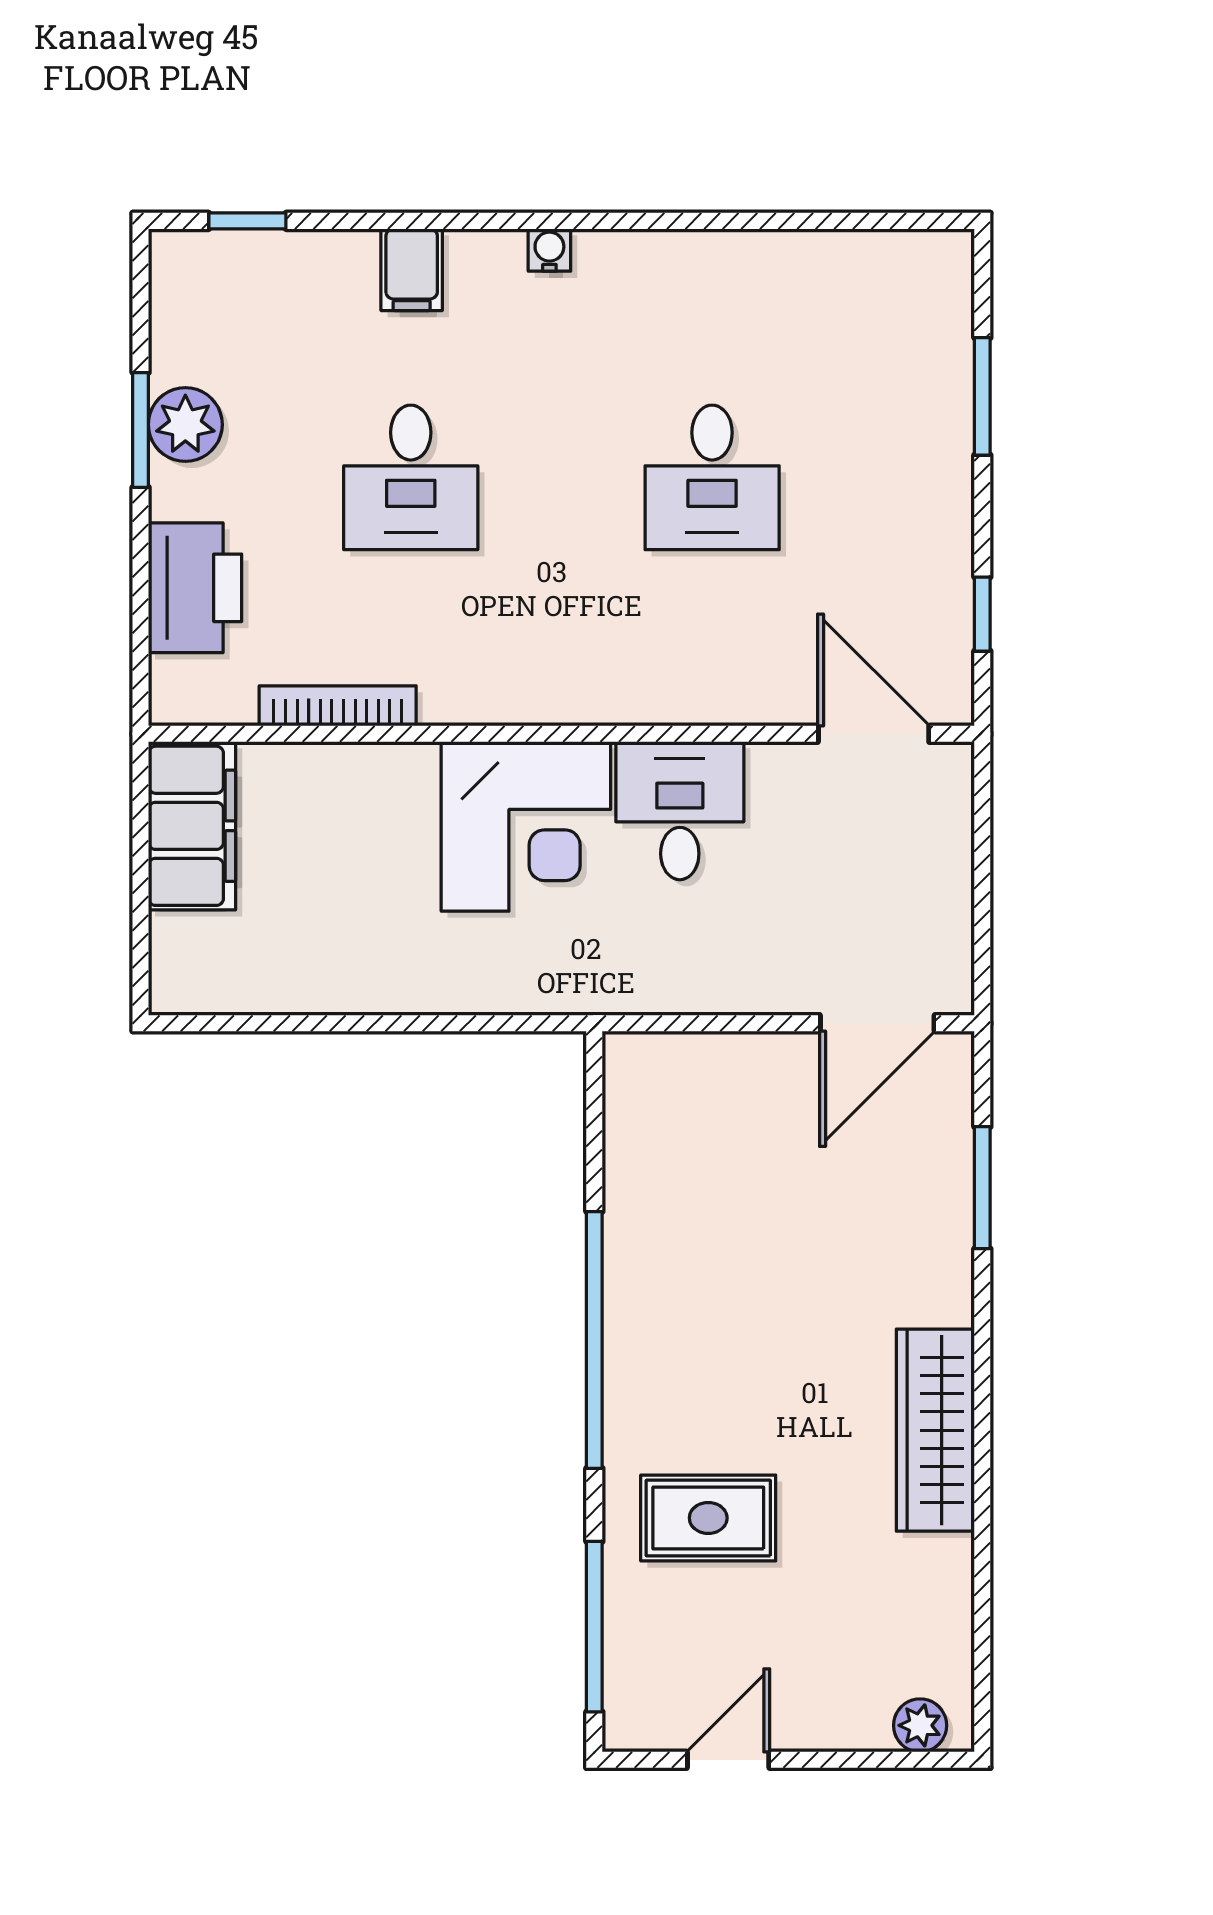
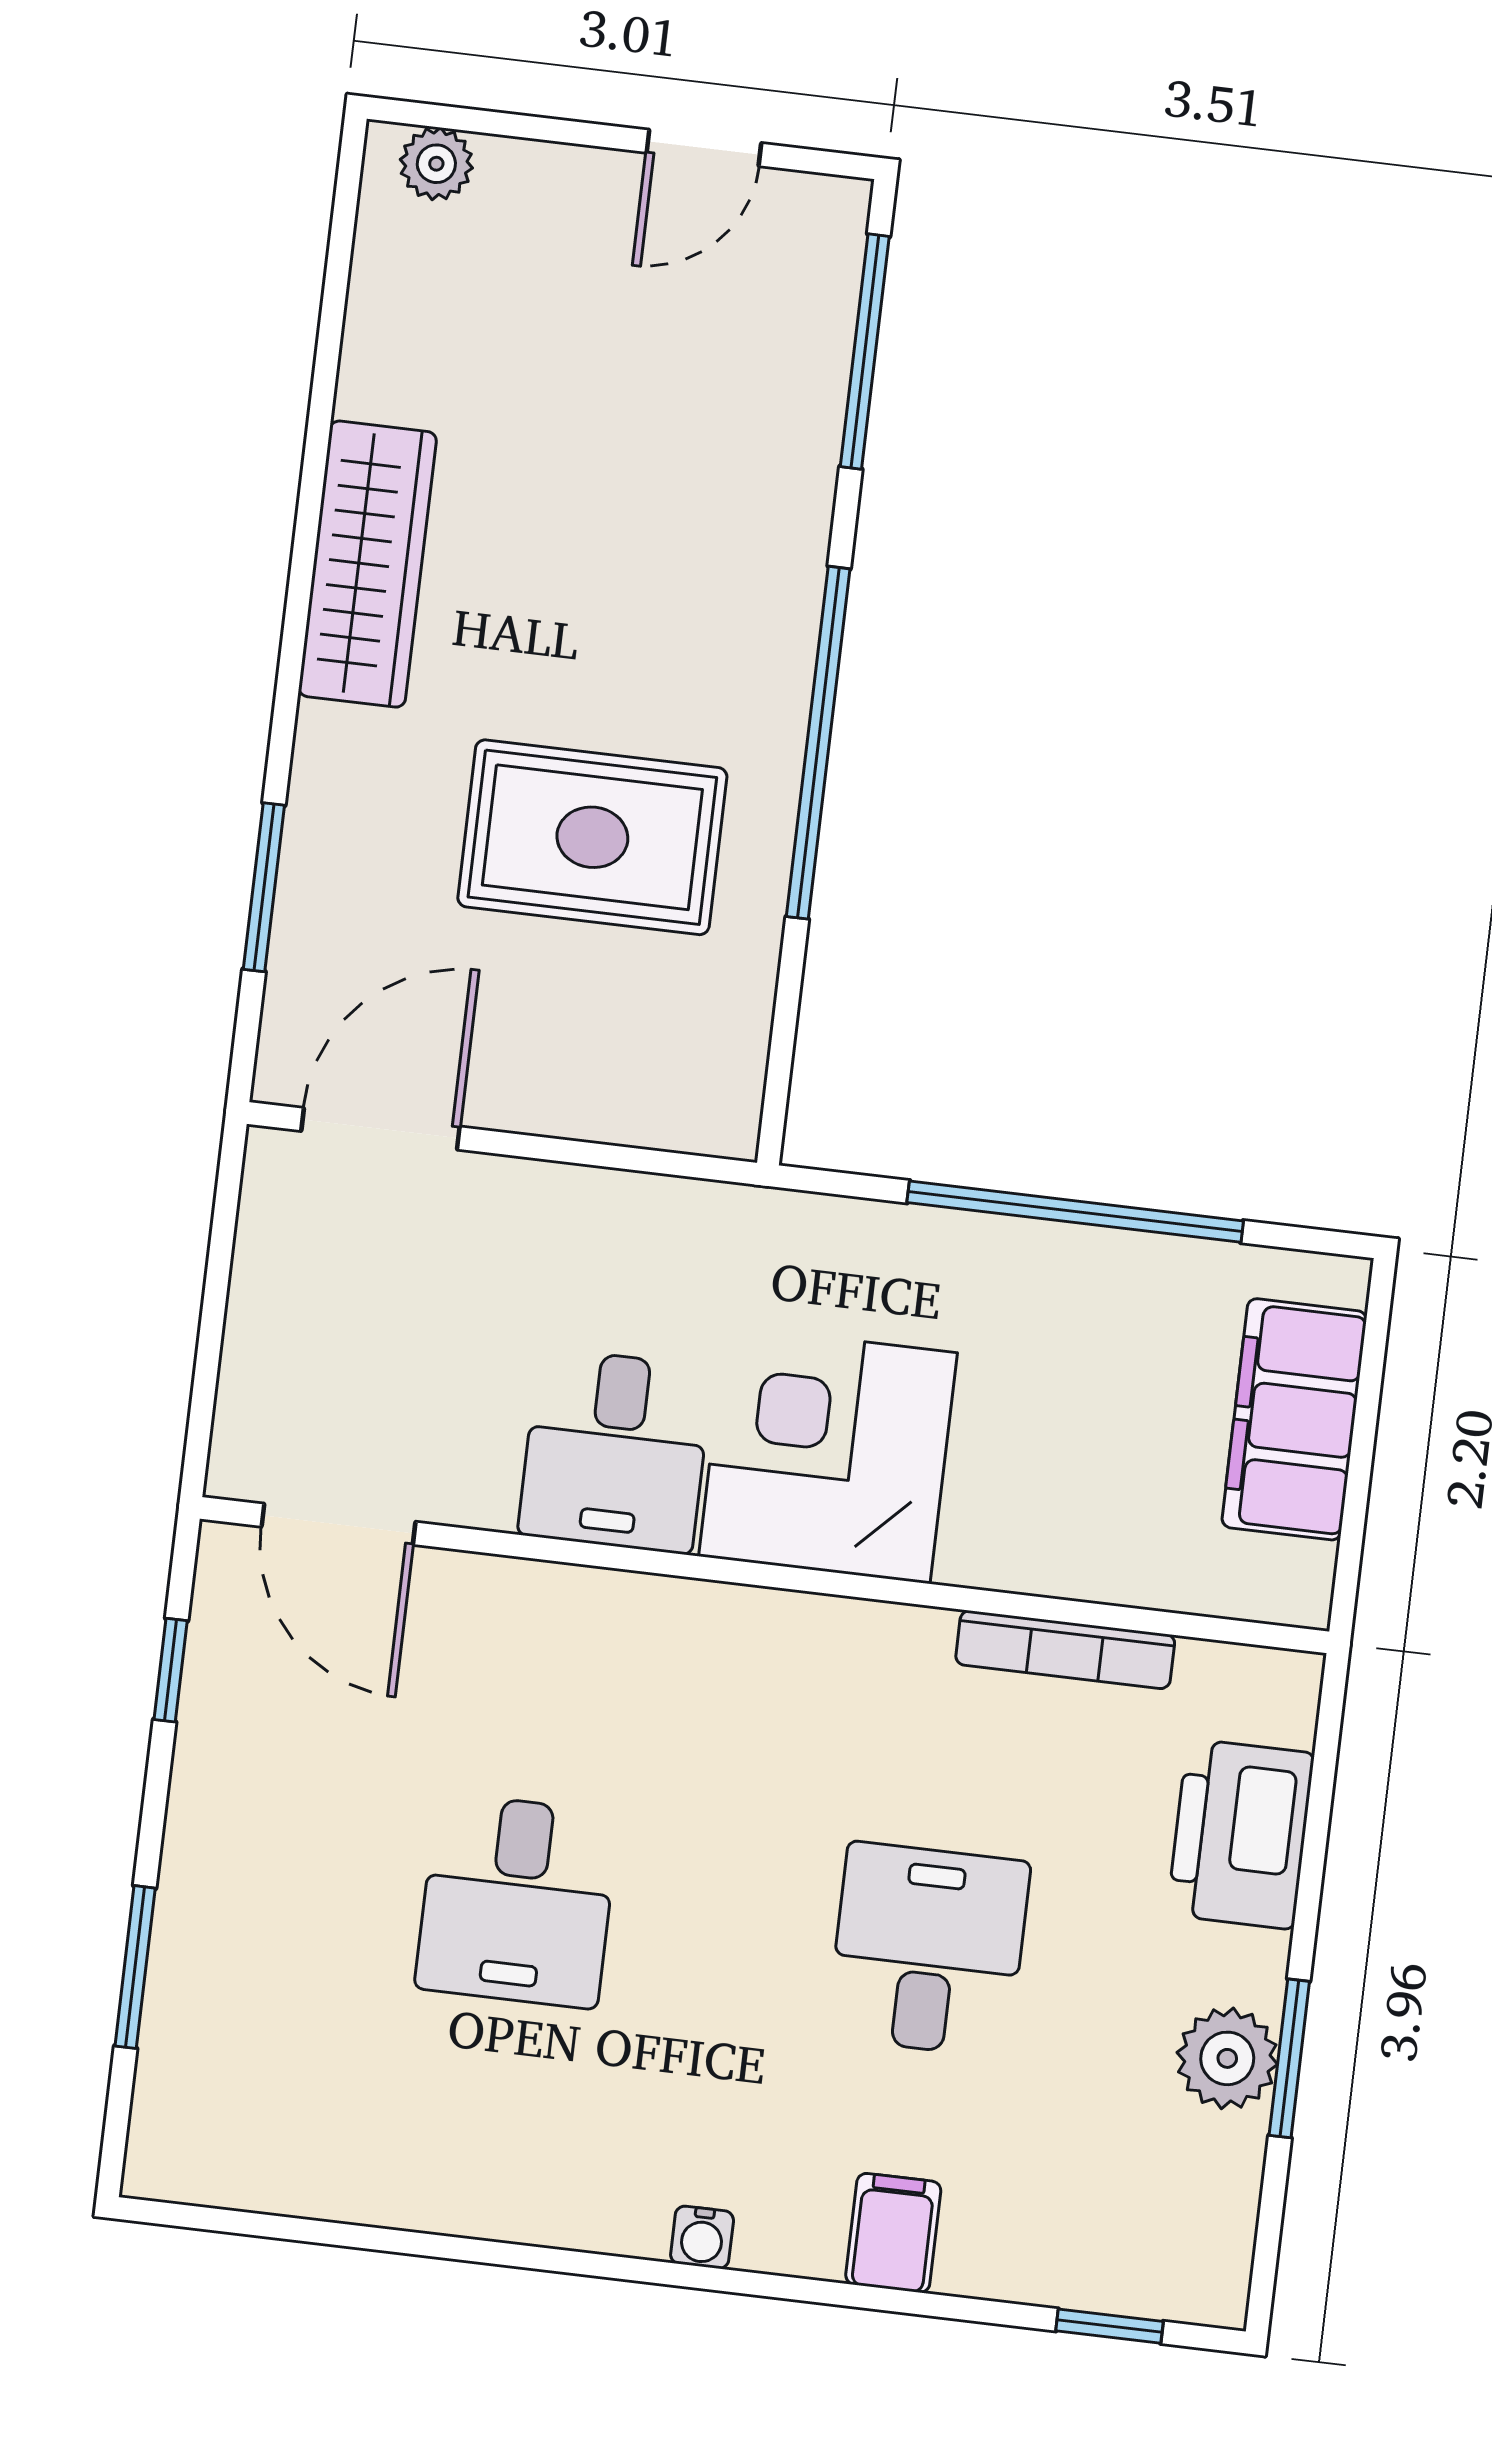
desk: (712, 477) -> (517, 1901), turned 180
filing cabinet: (192, 826) -> (1294, 1419), moved
window: (368, 1023) -> (1075, 1212), added
rug: (708, 1518) -> (592, 837), moved, width x1.36, depth x1.43

